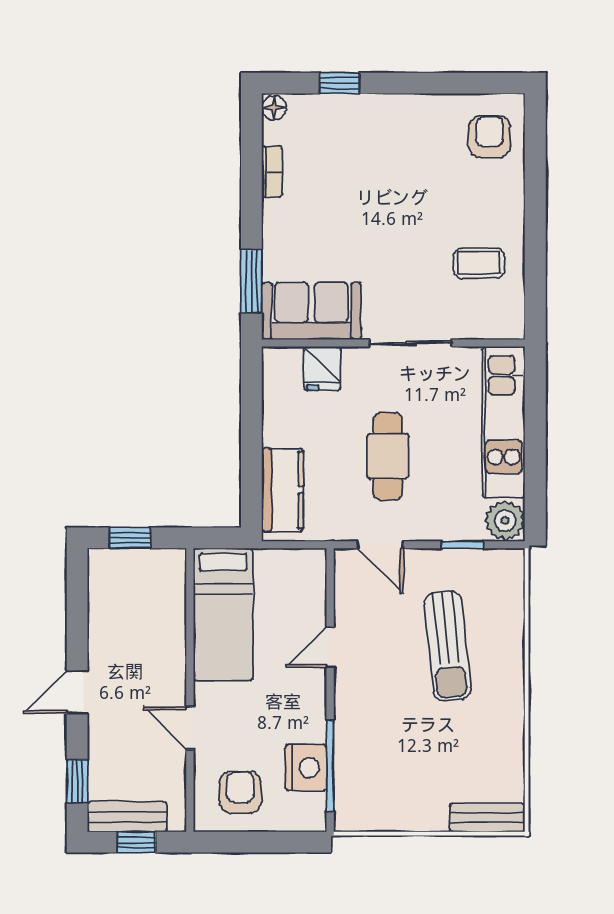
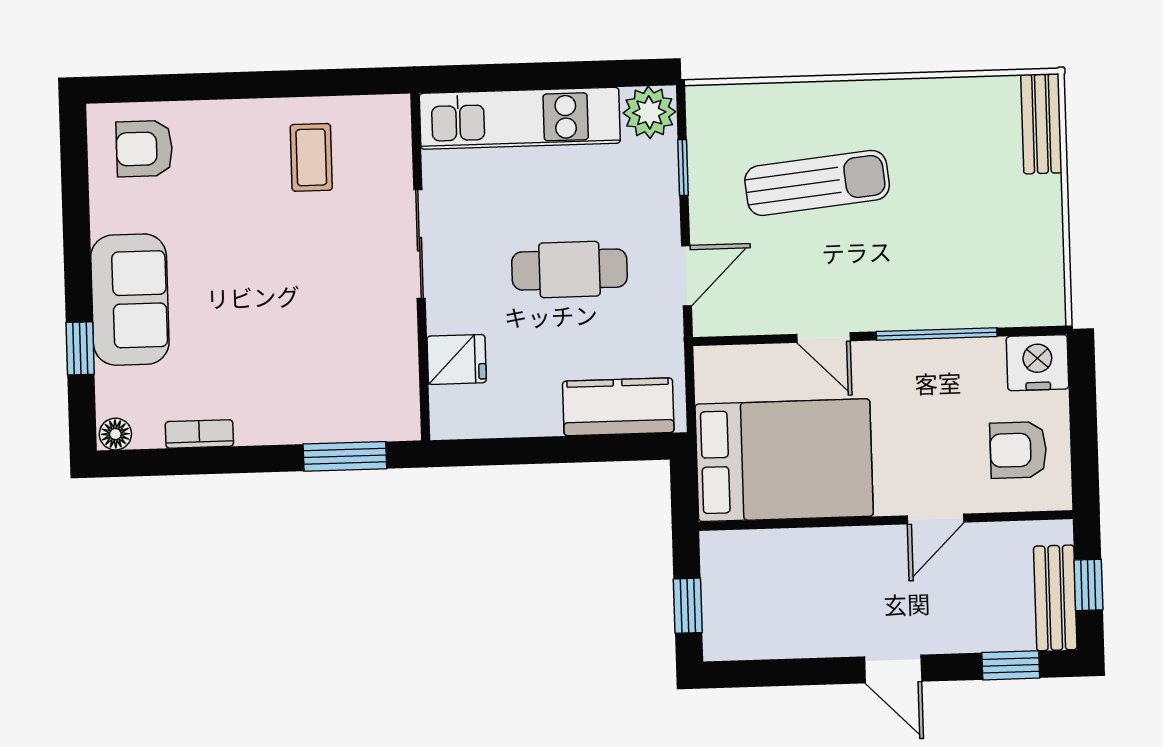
sofa: (311, 311) -> (130, 300), moved, turned 180
bed: (223, 614) -> (784, 460), width x1.50
window: (330, 766) -> (937, 334), moved
nightstand: (306, 768) -> (1038, 363), moved

